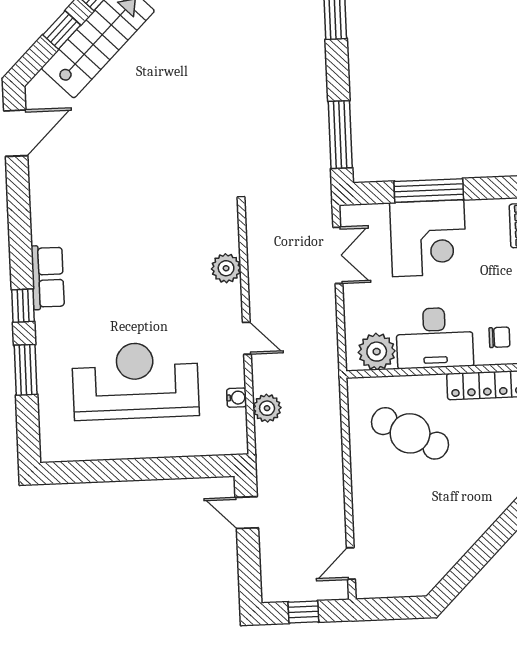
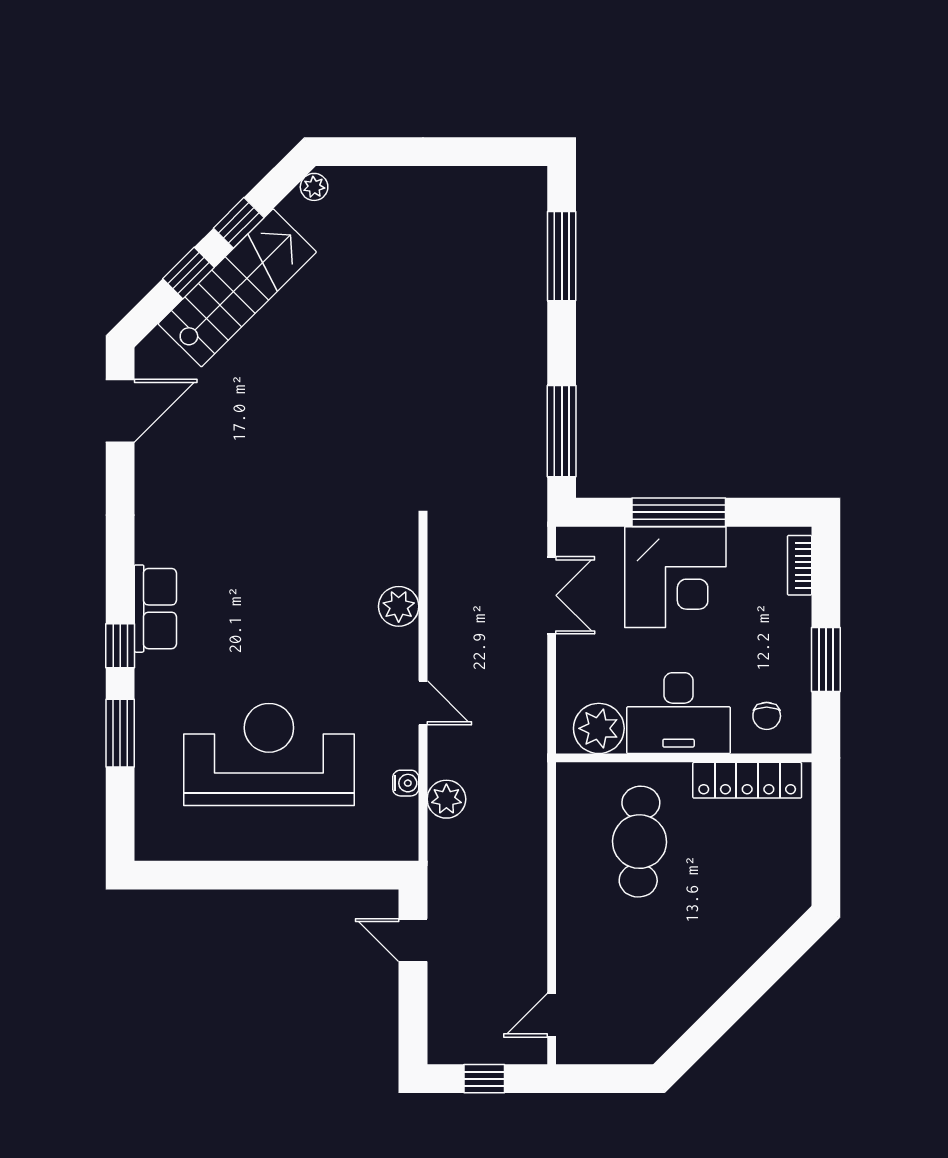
chair: (499, 337) -> (767, 716), turned 90
cafe table: (410, 433) -> (640, 842), turned 64

